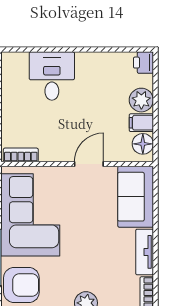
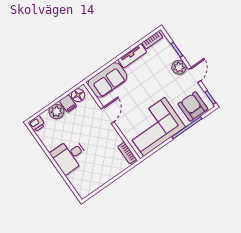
desk: (52, 76) -> (69, 156), moved
door: (89, 164) -> (107, 115), swing flipped

